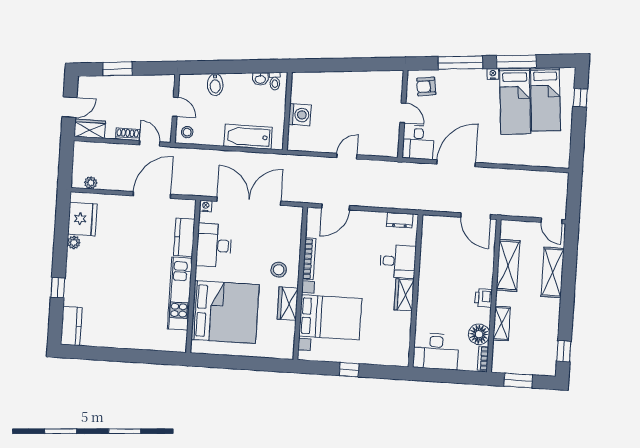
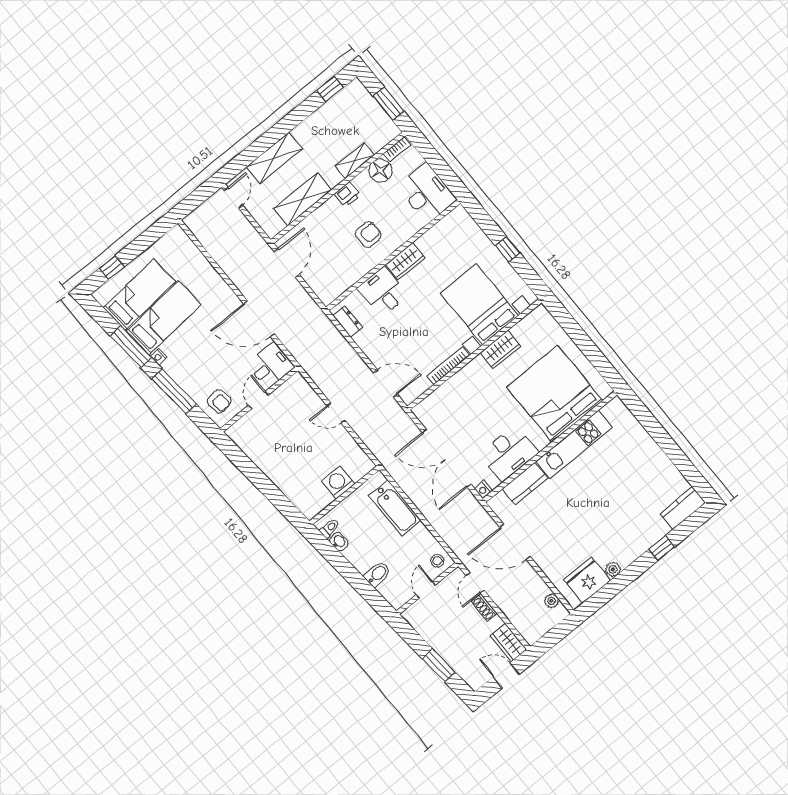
stool: (279, 270) -> (480, 382), removed
armchair: (445, 287) -> (368, 234), added

